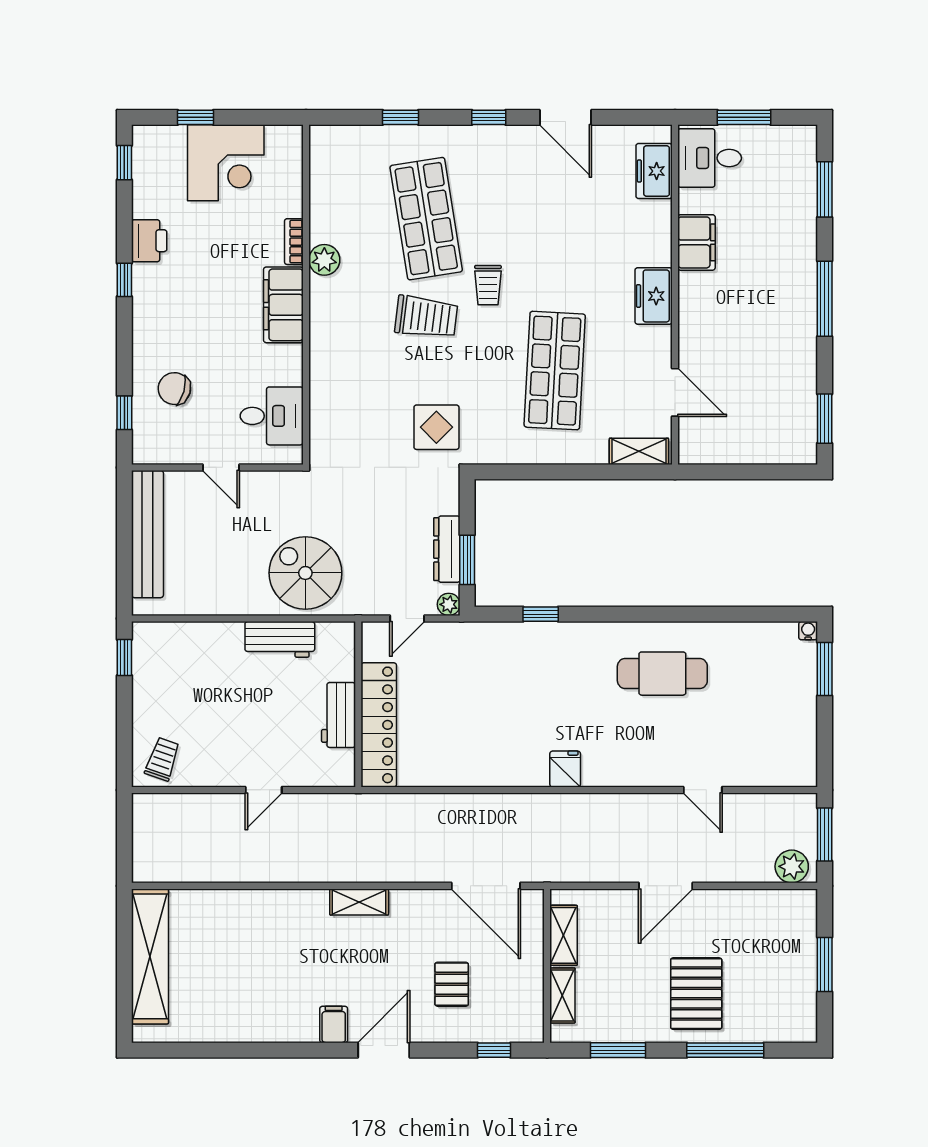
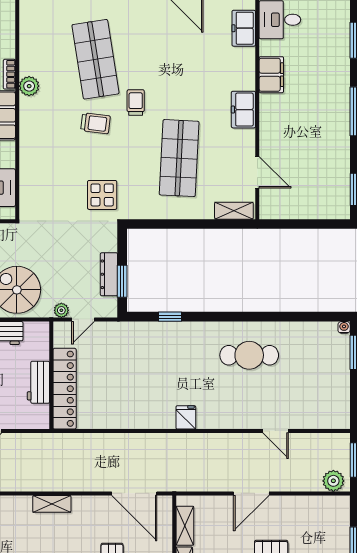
trolley: (488, 285) -> (136, 102), turned 180
trolley: (426, 317) -> (95, 123), width x0.73, depth x0.72
plant: (449, 604) -> (61, 310), moved

